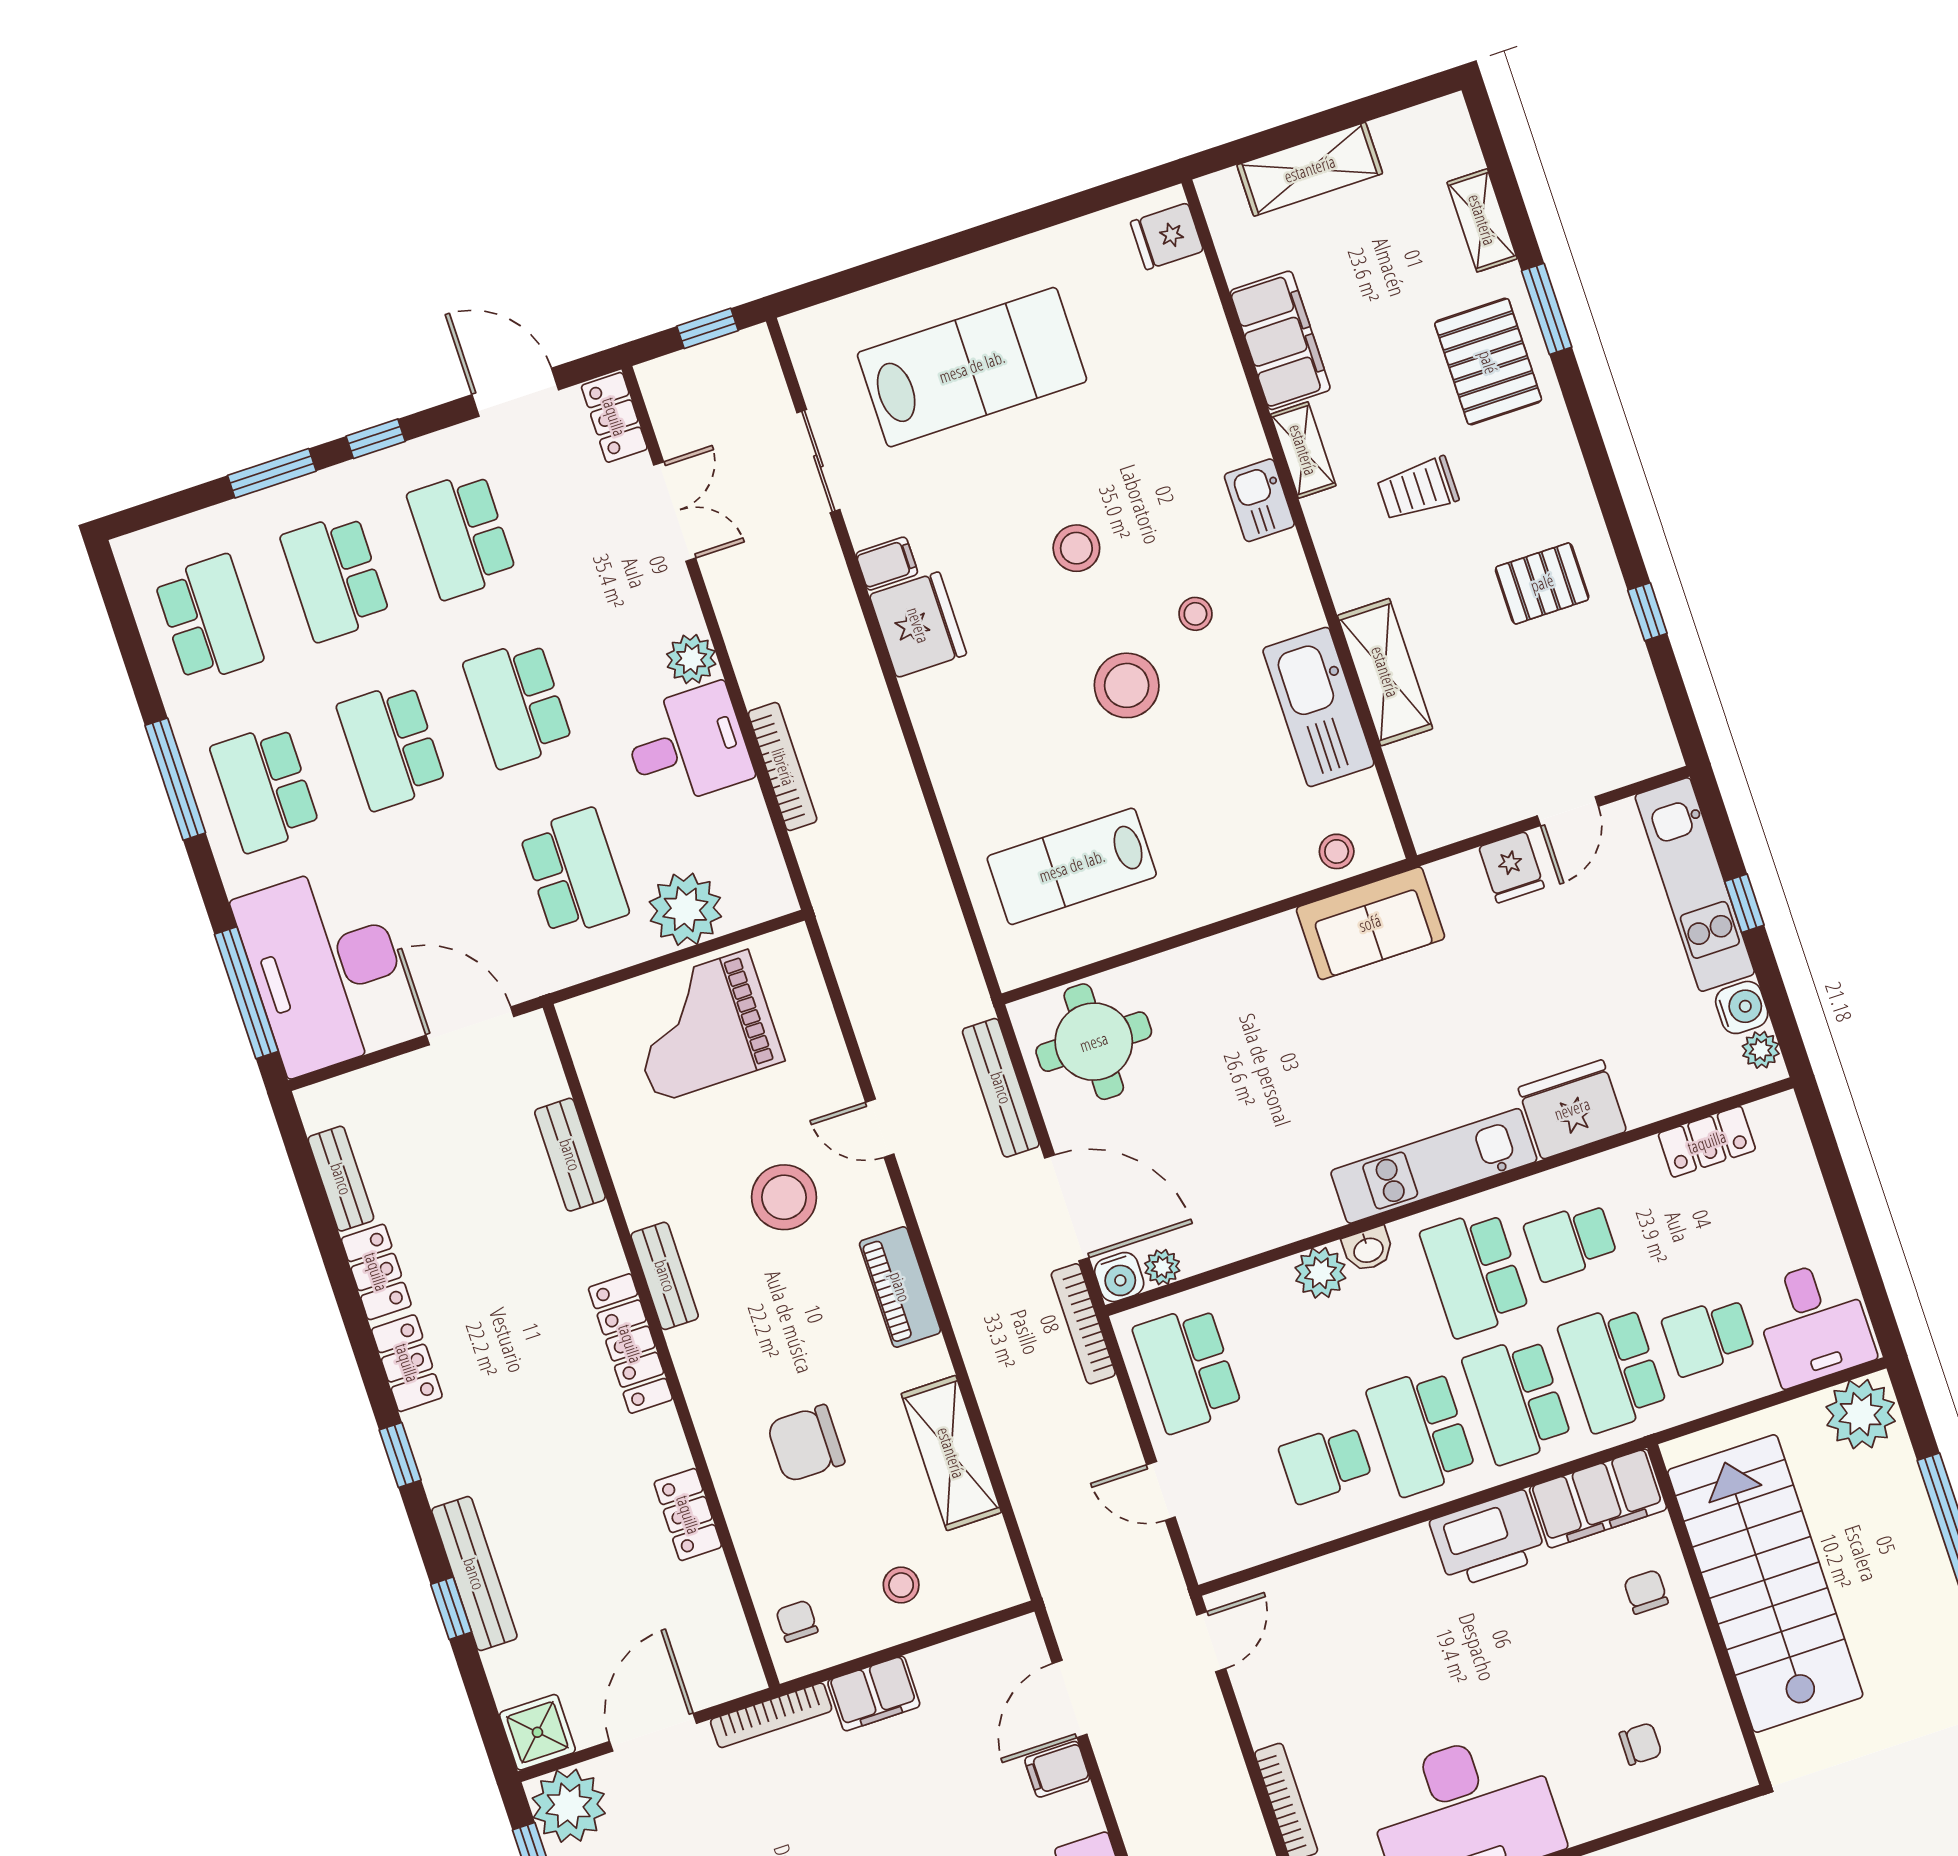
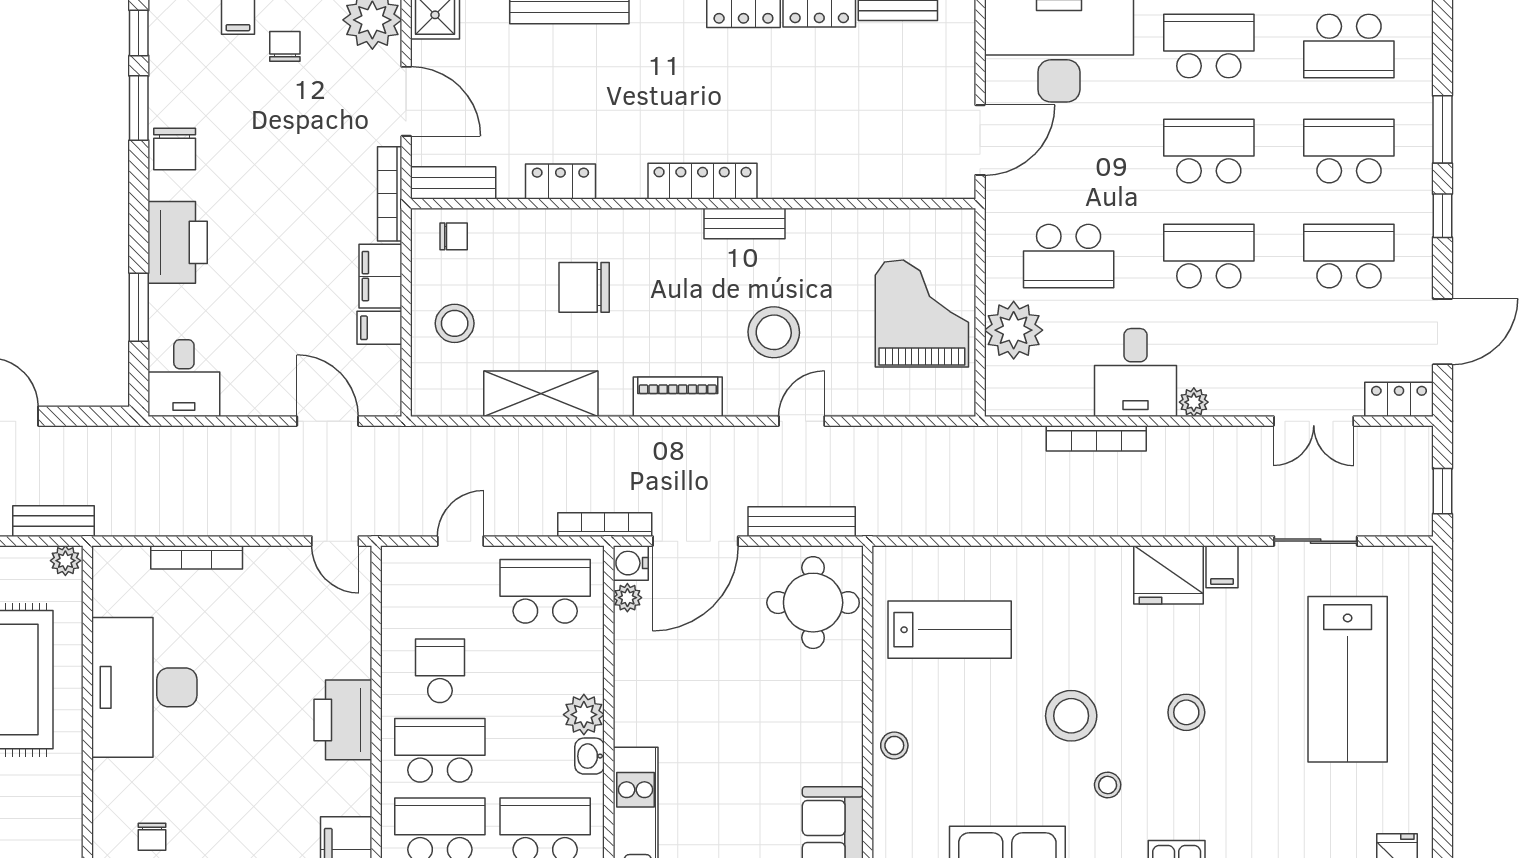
plant: (691, 659) -> (1194, 402), width x0.73, depth x0.73
stool: (1337, 851) -> (894, 745), moved
lab bench: (1072, 866) -> (950, 630), turned 90
bench: (570, 1155) -> (453, 183), moved
chair: (806, 1443) -> (584, 287), turned -90
printer: (1488, 1539) -> (343, 720), moved
stool: (901, 1585) -> (455, 323), width x1.37, depth x1.37
filing cabinet: (1057, 1769) -> (379, 328), moved, turned -90

